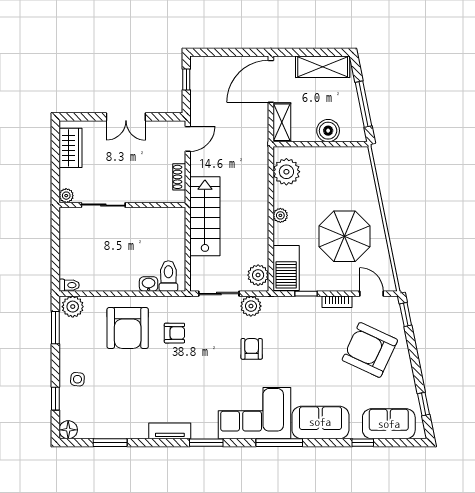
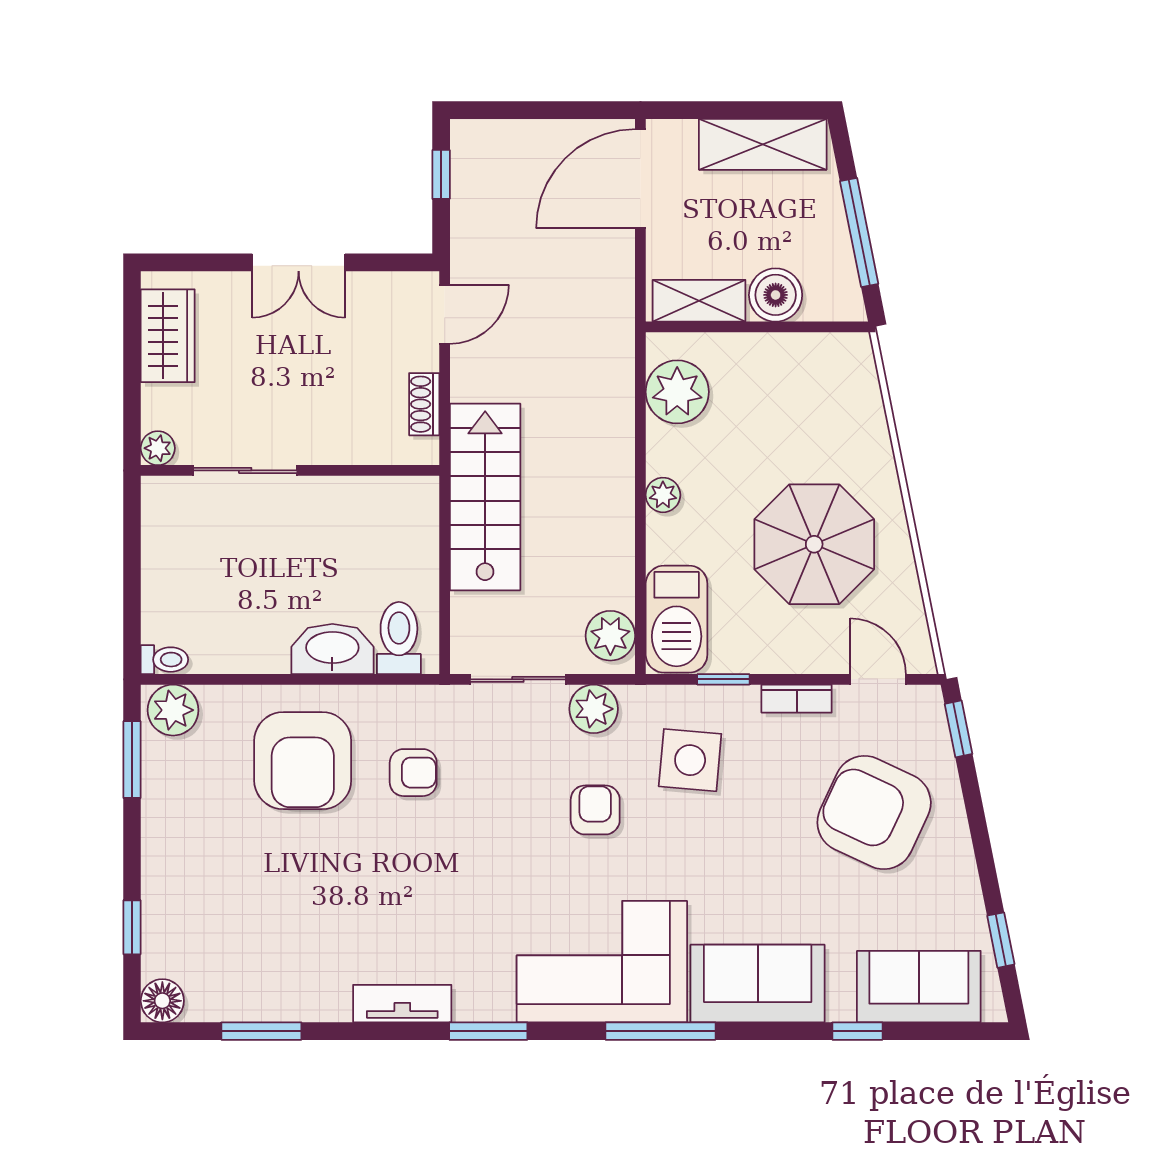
shelving: (282, 122) -> (699, 301), moved, turned 90
washbasin: (149, 284) -> (332, 649), width x1.91, depth x1.45
side table: (77, 379) -> (690, 760), moved, width x1.87, depth x1.87

